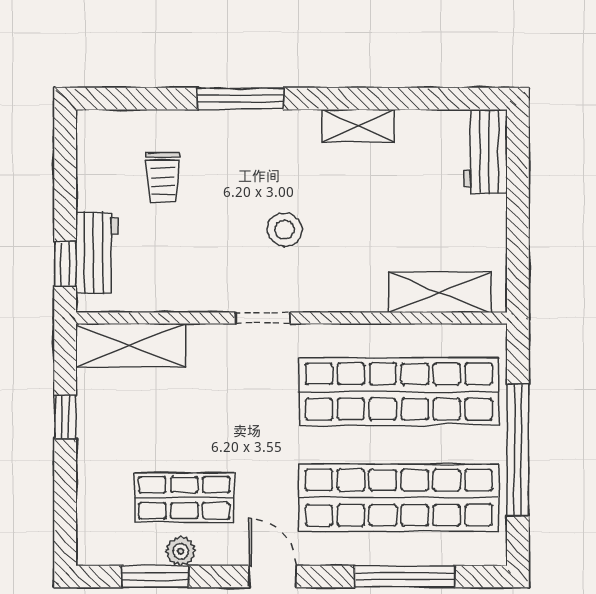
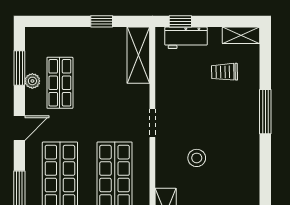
shelving: (358, 126) -> (241, 35), moved, turned 90
stool: (285, 229) -> (197, 158), moved

